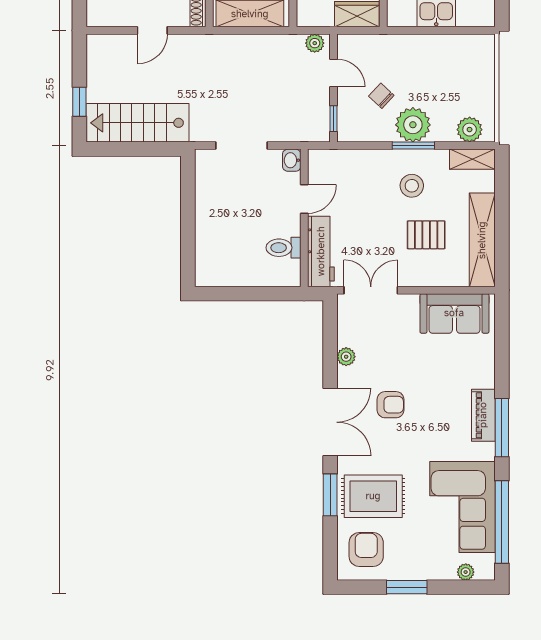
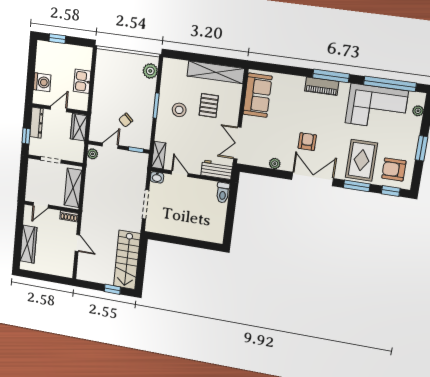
plant: (413, 125) -> (144, 104), removed
shelving: (472, 159) -> (159, 155), moved
toilet: (283, 248) -> (223, 193), moved
workbench: (321, 251) -> (217, 170), width x0.73
window: (330, 550) -> (391, 191), added

